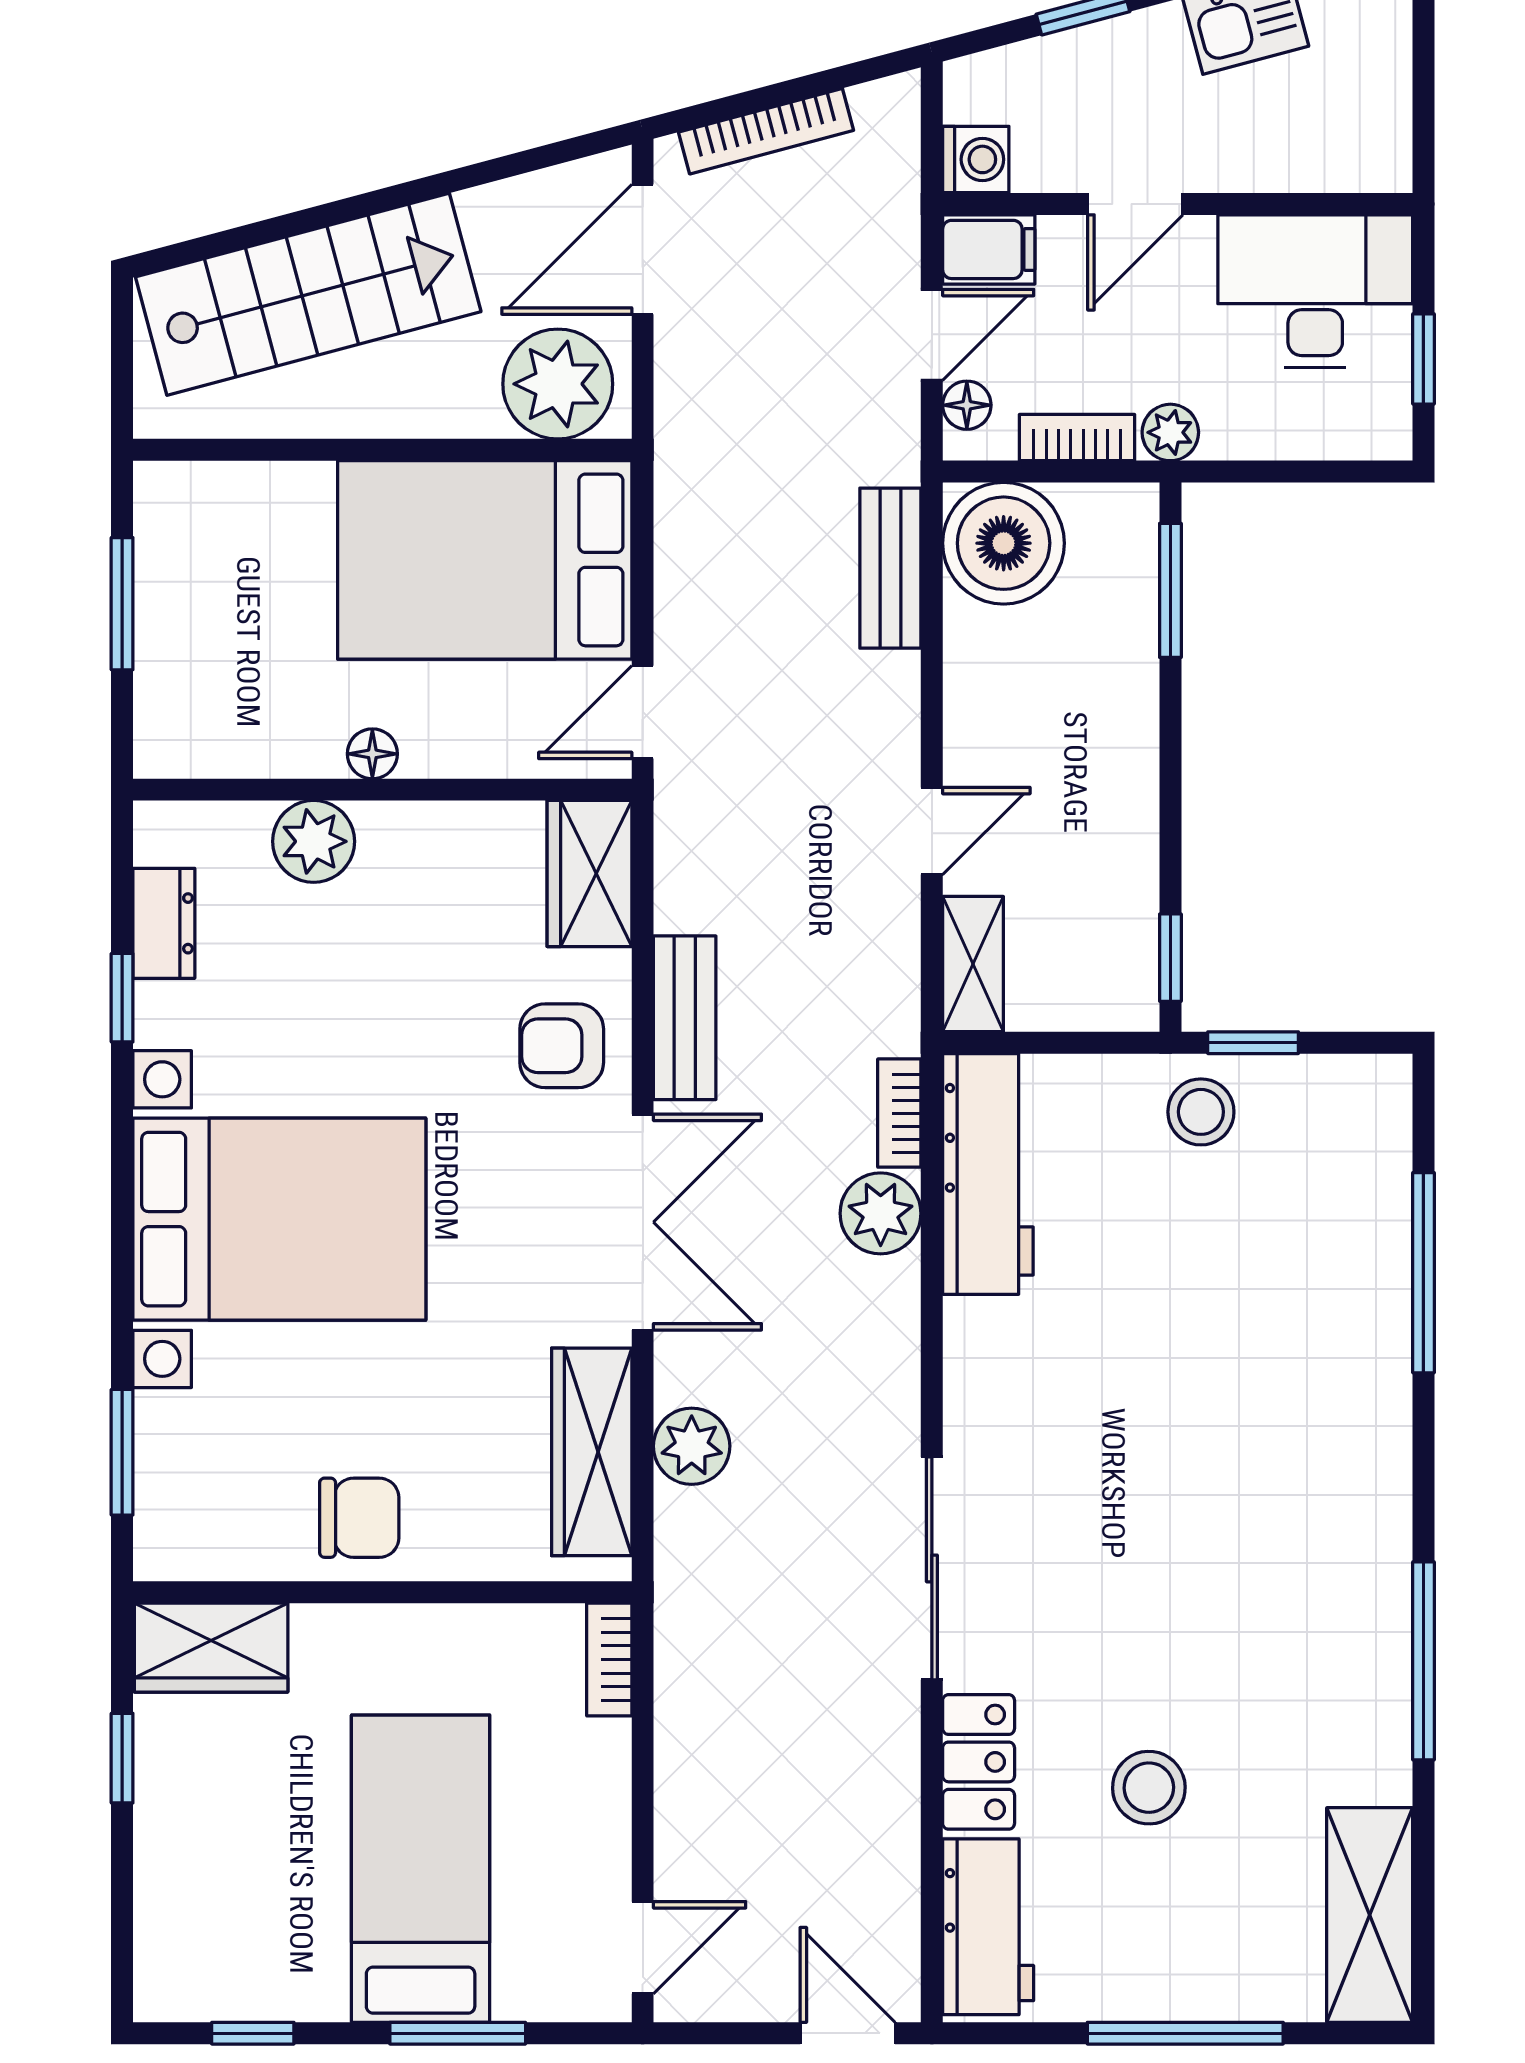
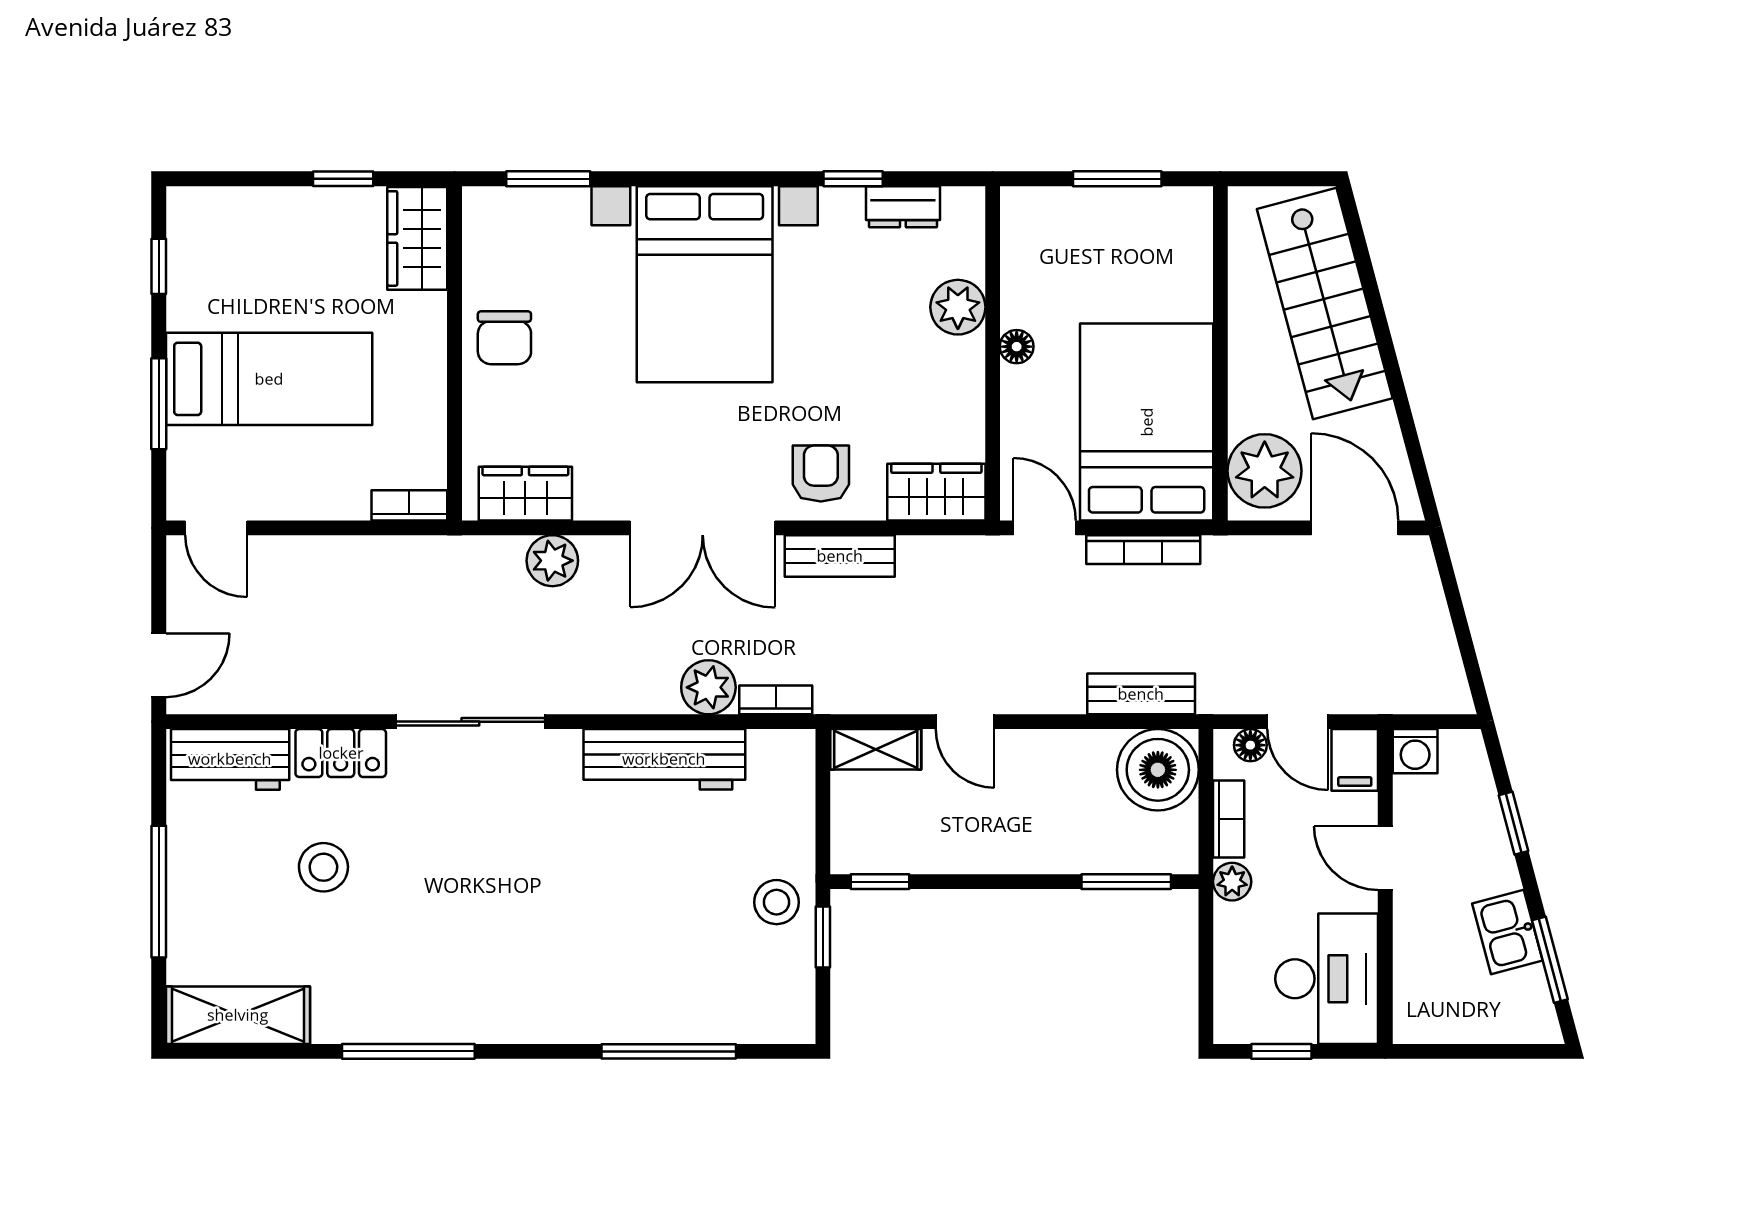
bookcase: (766, 131) -> (1143, 550), moved, turned -75
workbench: (988, 1174) -> (664, 759), moved
wardrobe: (592, 1452) -> (525, 494), width x0.67

